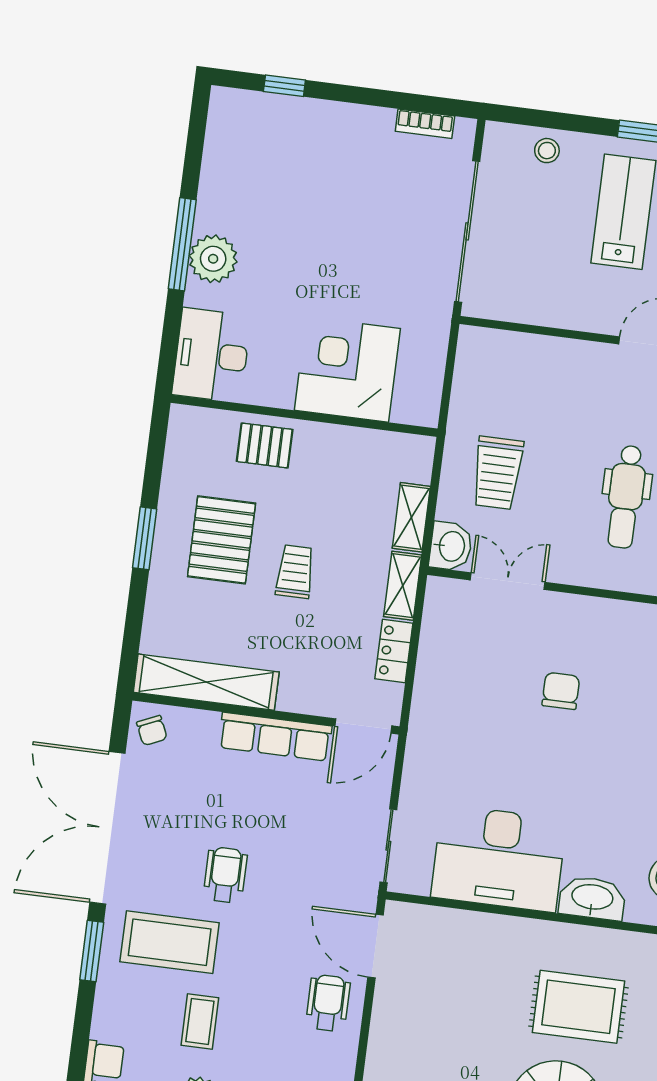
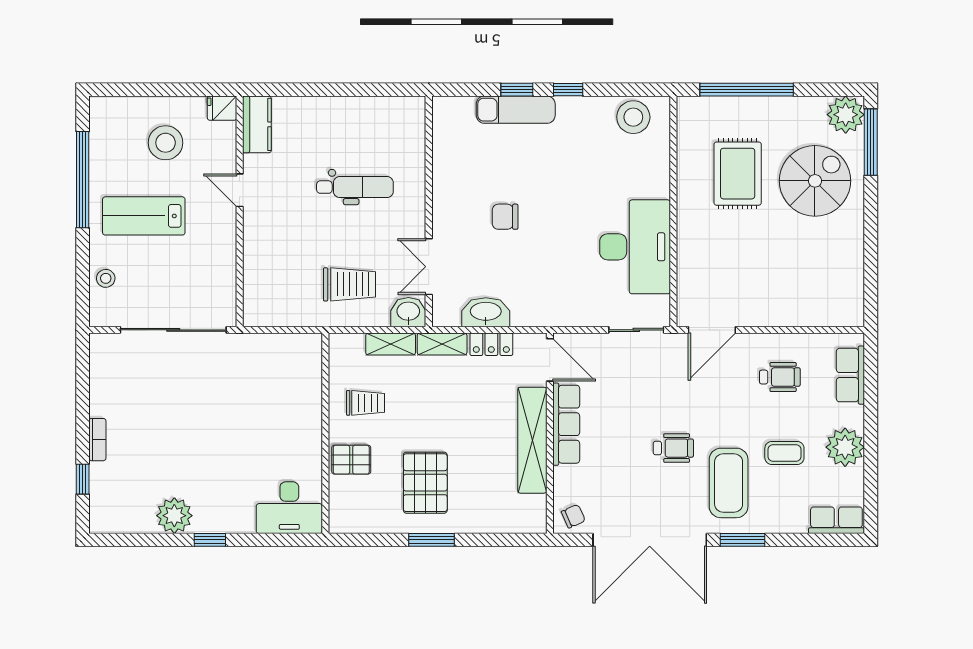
bookcase: (425, 124) -> (97, 440), moved
window: (182, 244) -> (210, 540), width x0.46
plant: (213, 259) -> (174, 516), moved
corner desk: (347, 369) -> (287, 406), removed
pallet: (265, 445) -> (351, 460), turned 90
pallet: (222, 540) -> (425, 483), turned 90
trolley: (295, 572) -> (366, 403), moved, turned 180
shelving: (206, 682) -> (532, 440), moved
wheelchair: (225, 875) -> (673, 448), turned 180
washbasin: (592, 898) -> (486, 312), moved, turned 90
wheelchair: (328, 1003) -> (780, 377), moved, turned 180

